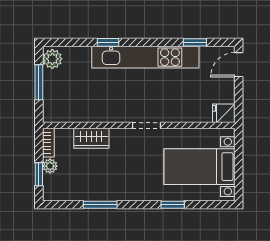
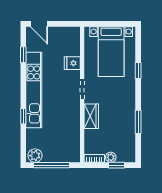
window: (39, 82) -> (51, 165), width x1.44
fridge: (224, 113) -> (72, 63), moved, turned 90
wardrobe: (91, 138) -> (91, 116), moved

